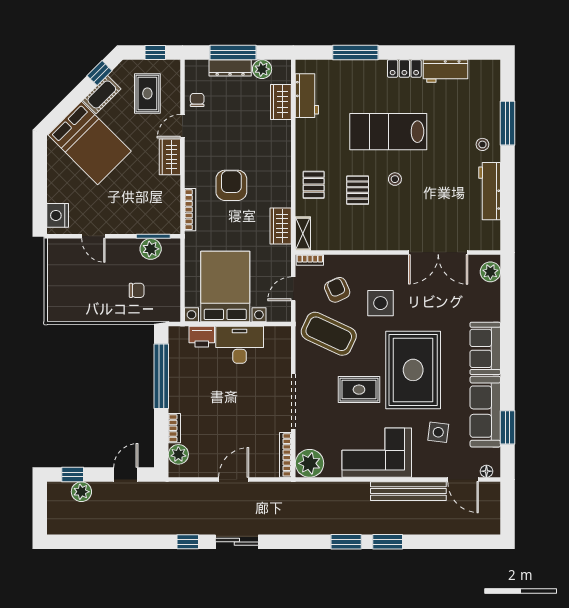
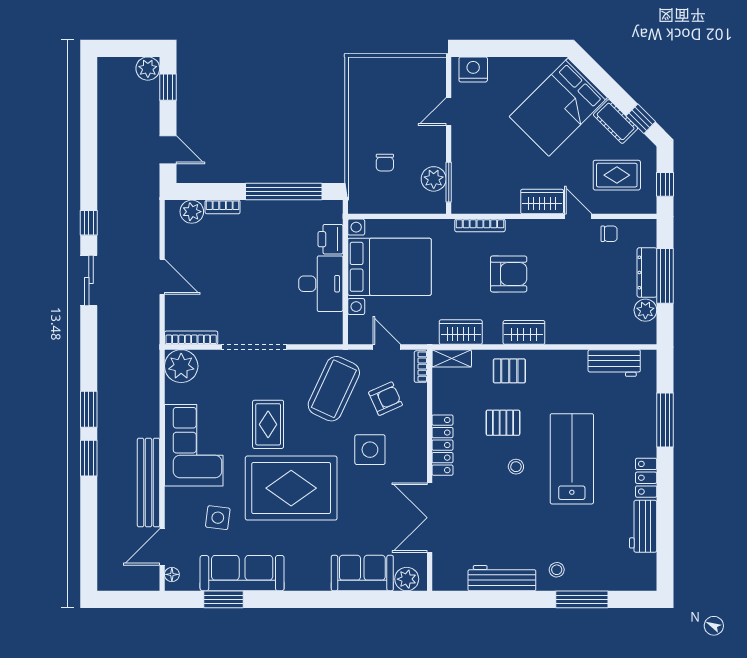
wardrobe: (281, 102) -> (524, 332), moved
locker: (377, 241) -> (442, 445), added
sofa: (485, 348) -> (362, 573), moved
plant: (81, 492) -> (148, 69), moved

